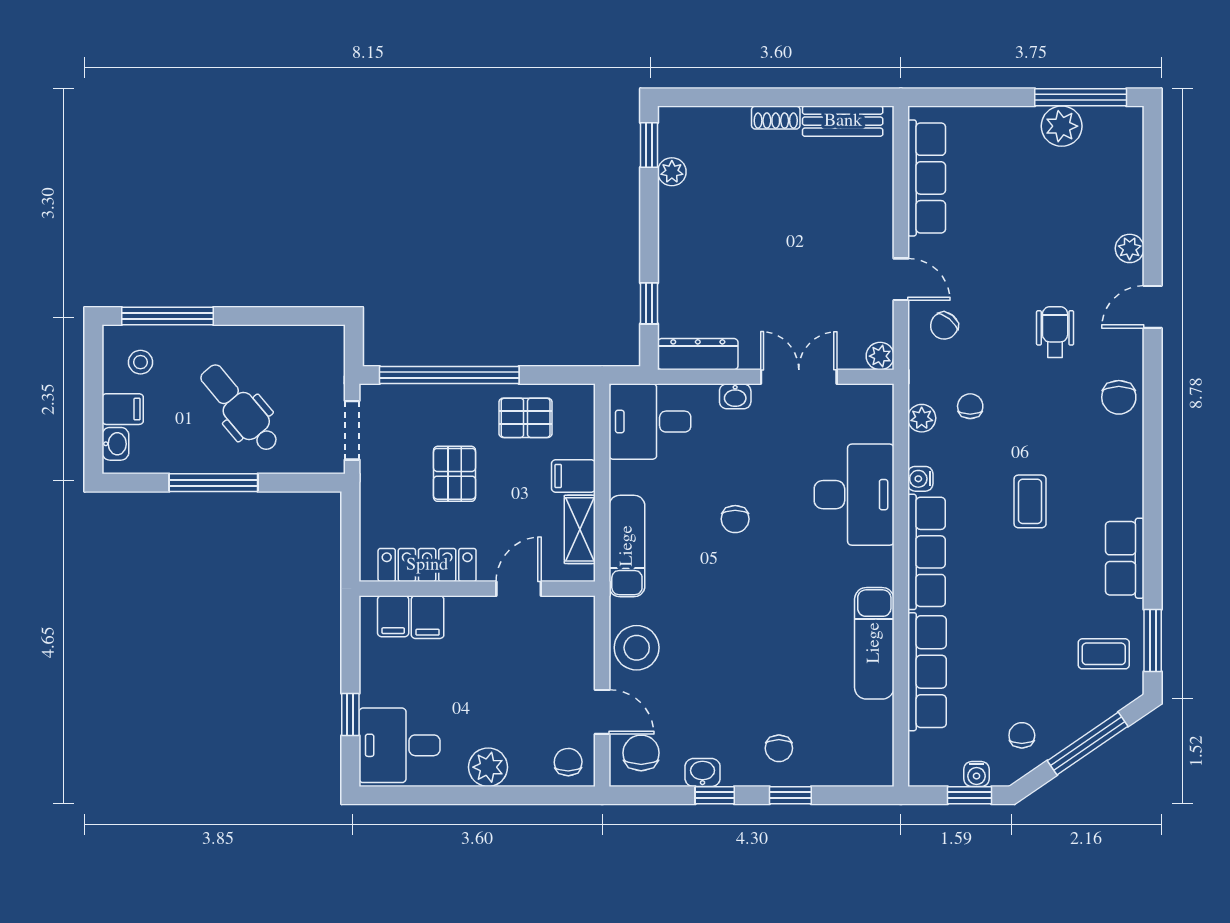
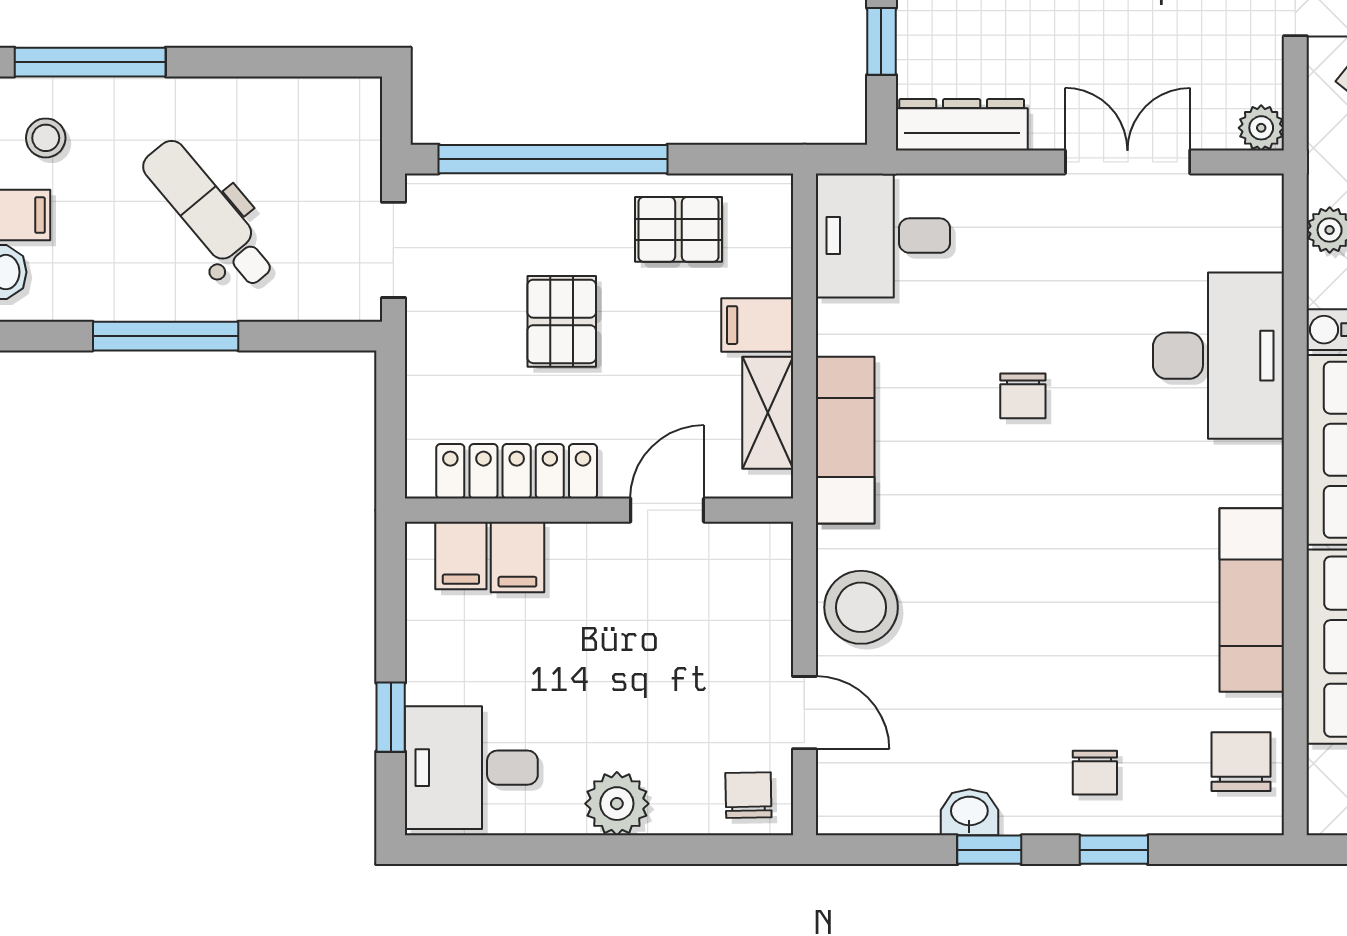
washbasin: (735, 396) -> (1023, 194), removed
chair: (641, 753) -> (1241, 762), moved

